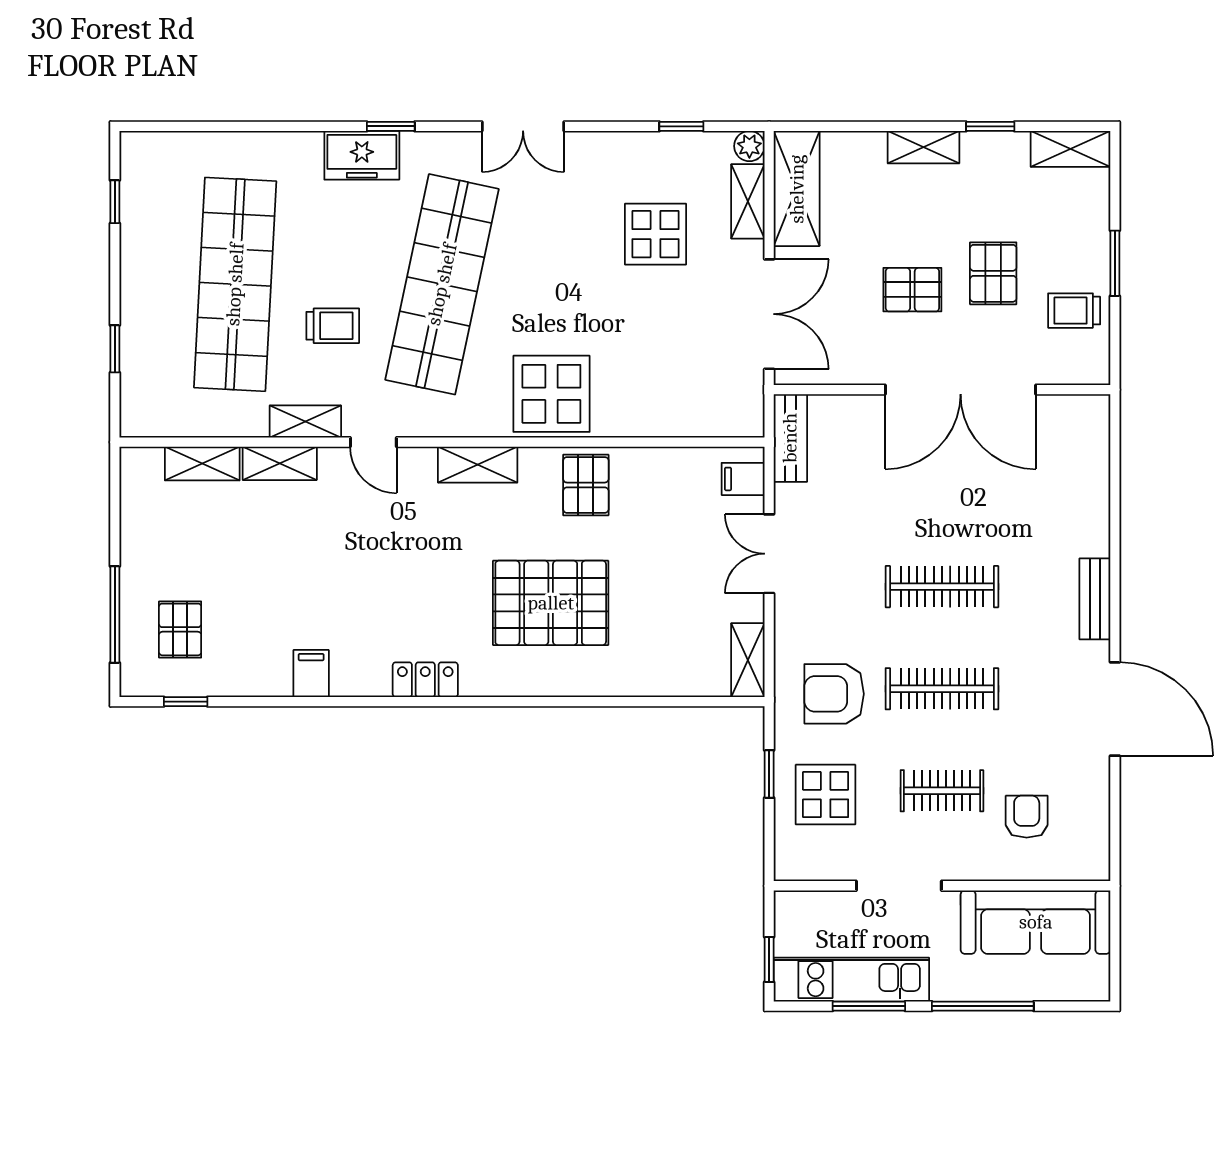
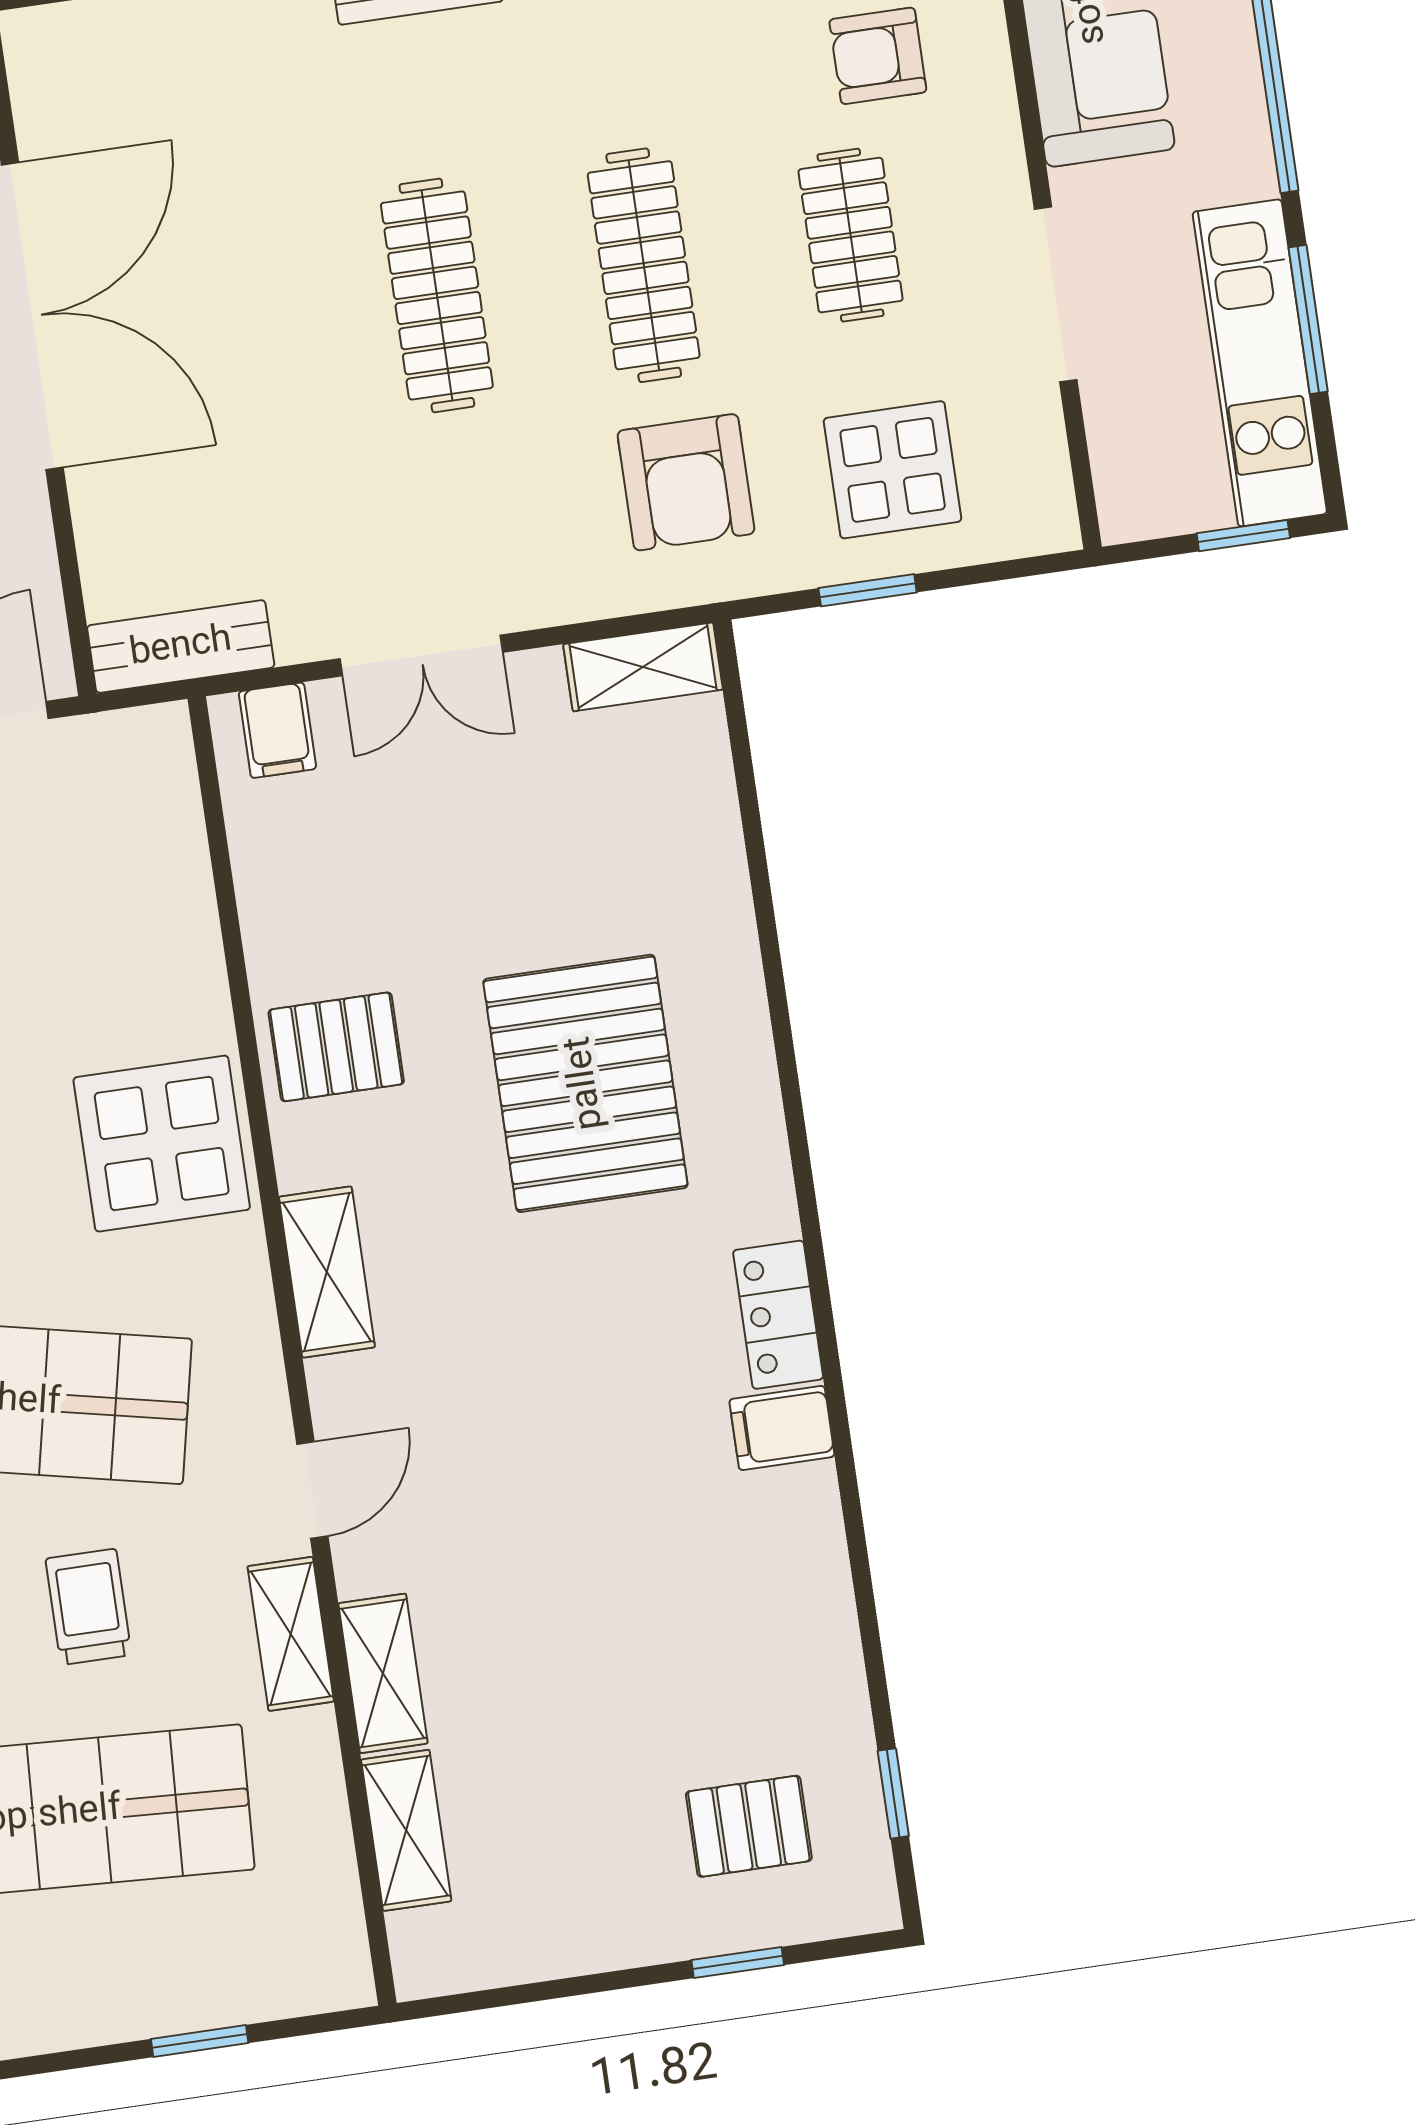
window: (115, 614) -> (738, 1963), width x0.46
filing cabinet: (311, 674) -> (782, 1428), moved

